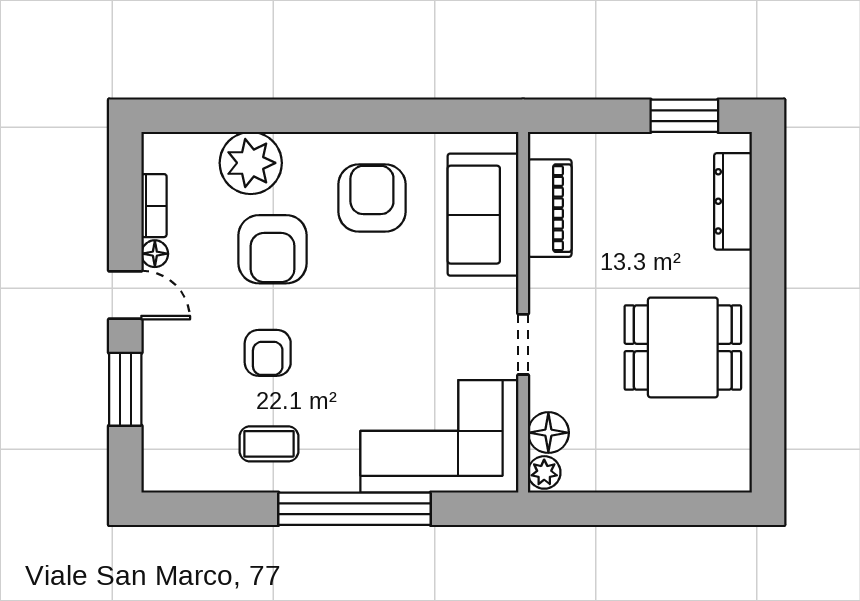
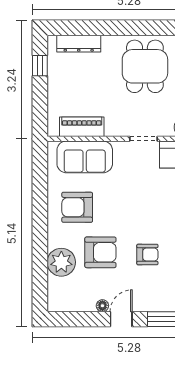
window: (684, 116) -> (40, 66), width x0.67
bookcase: (154, 206) -> (81, 306), removed

